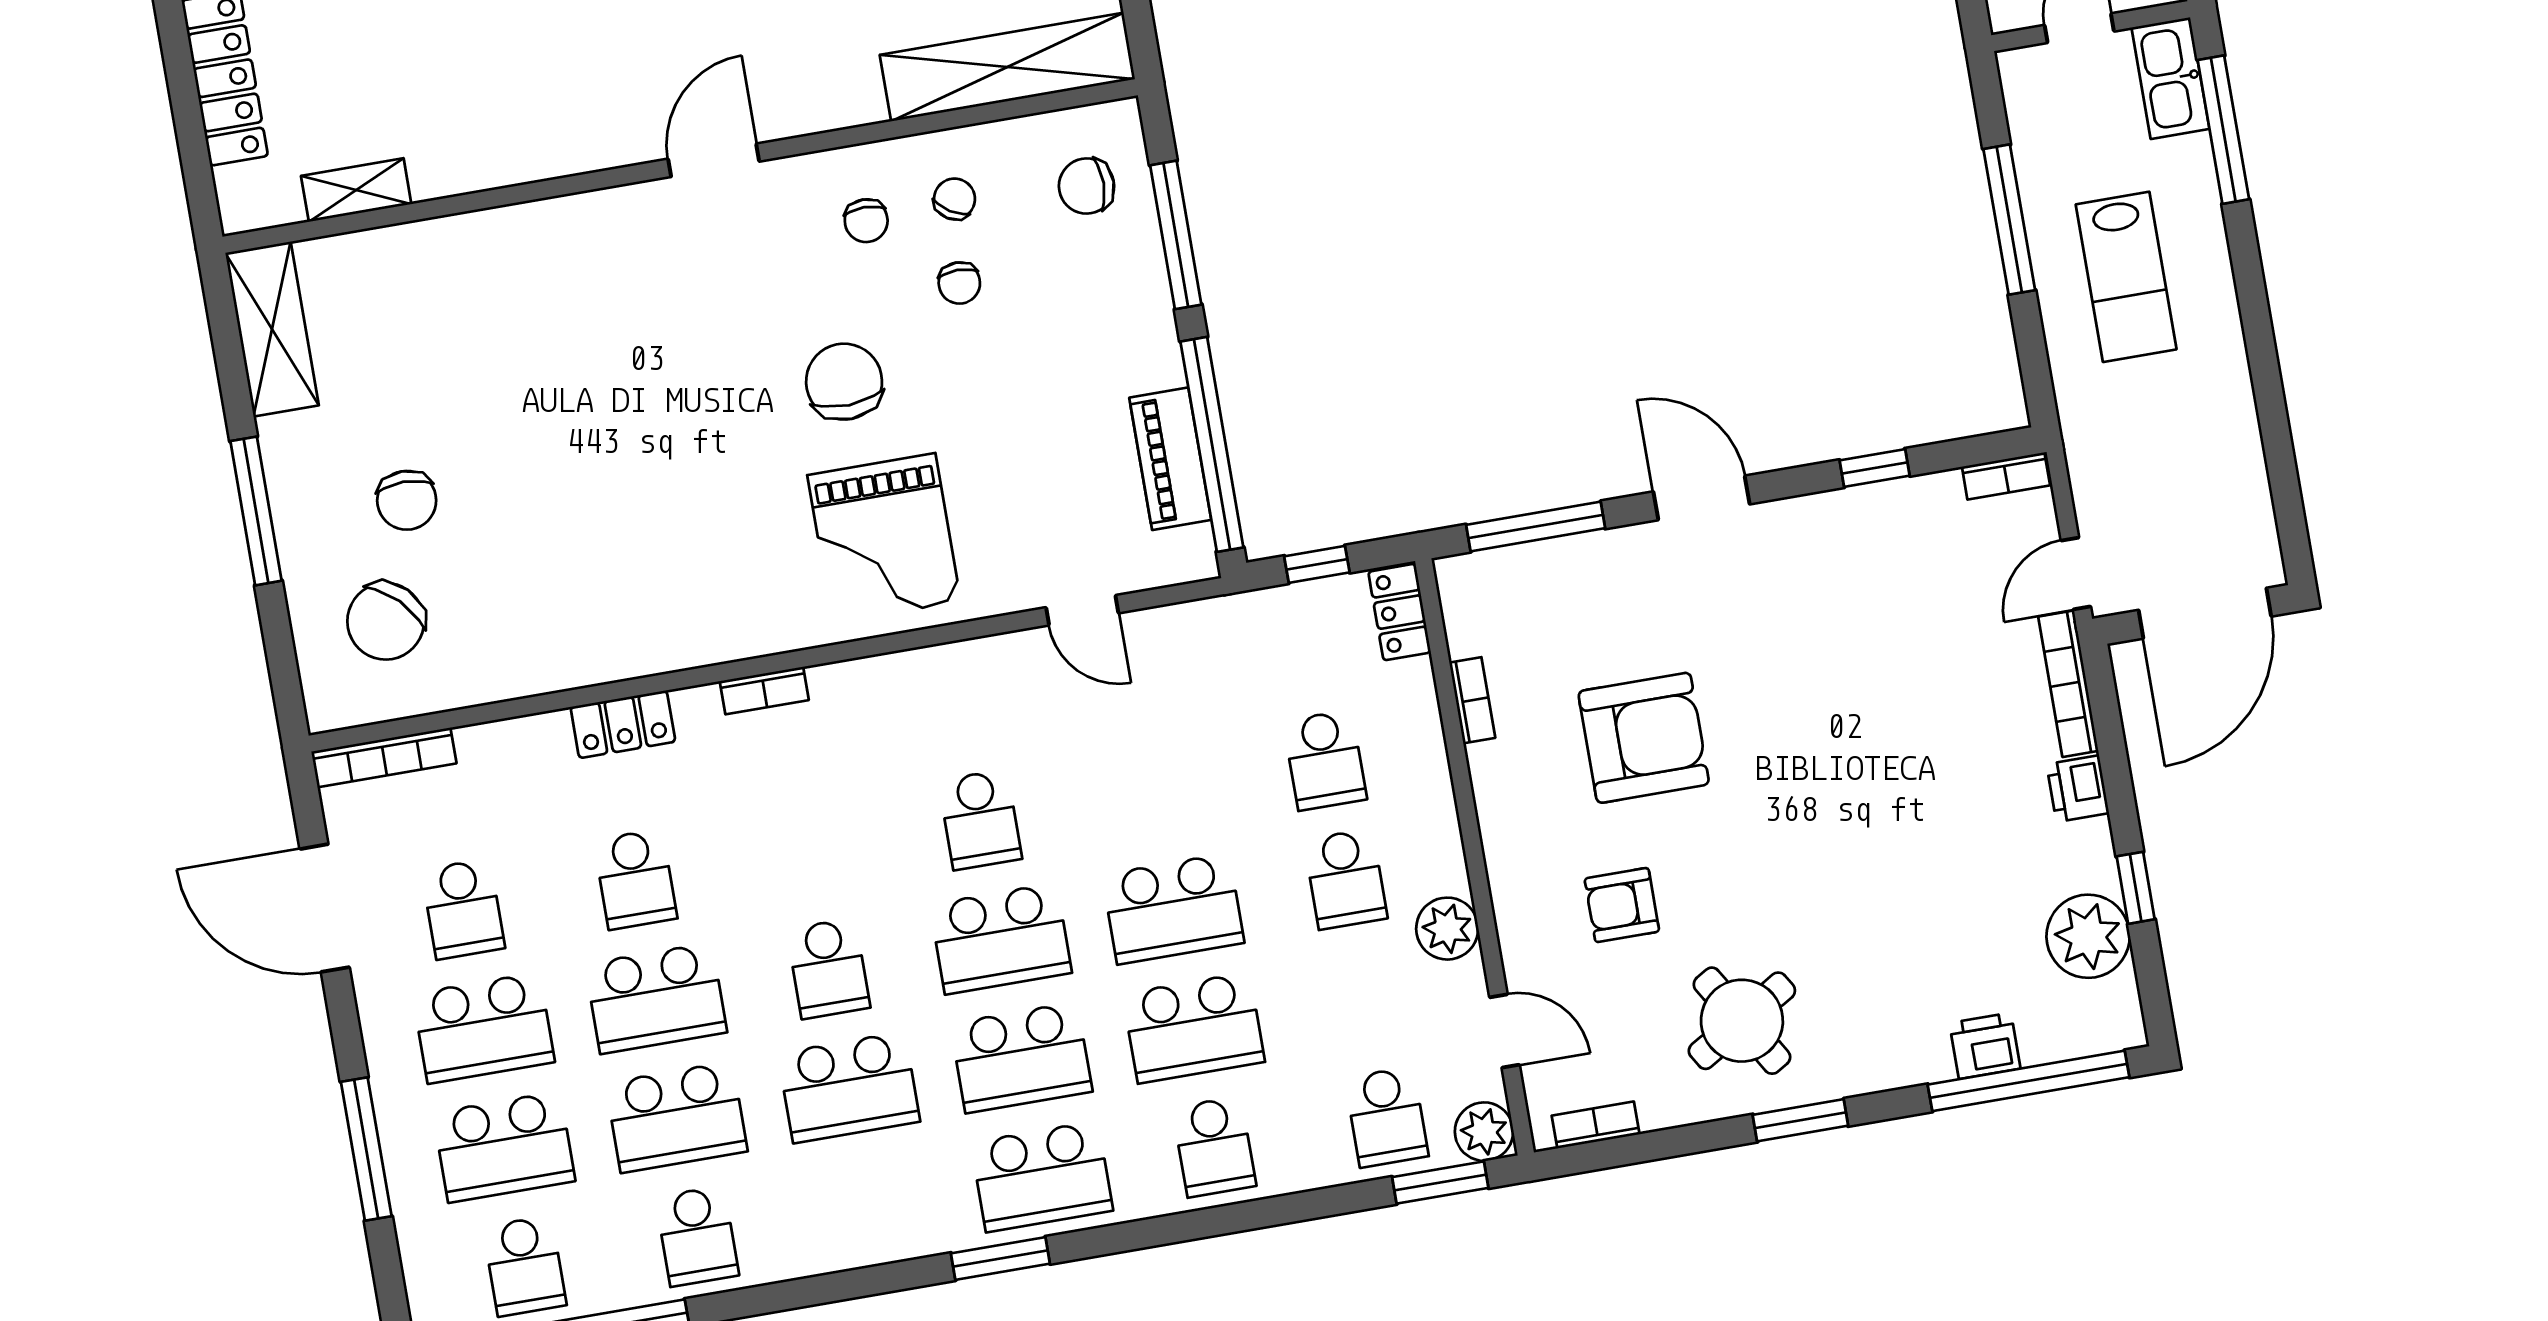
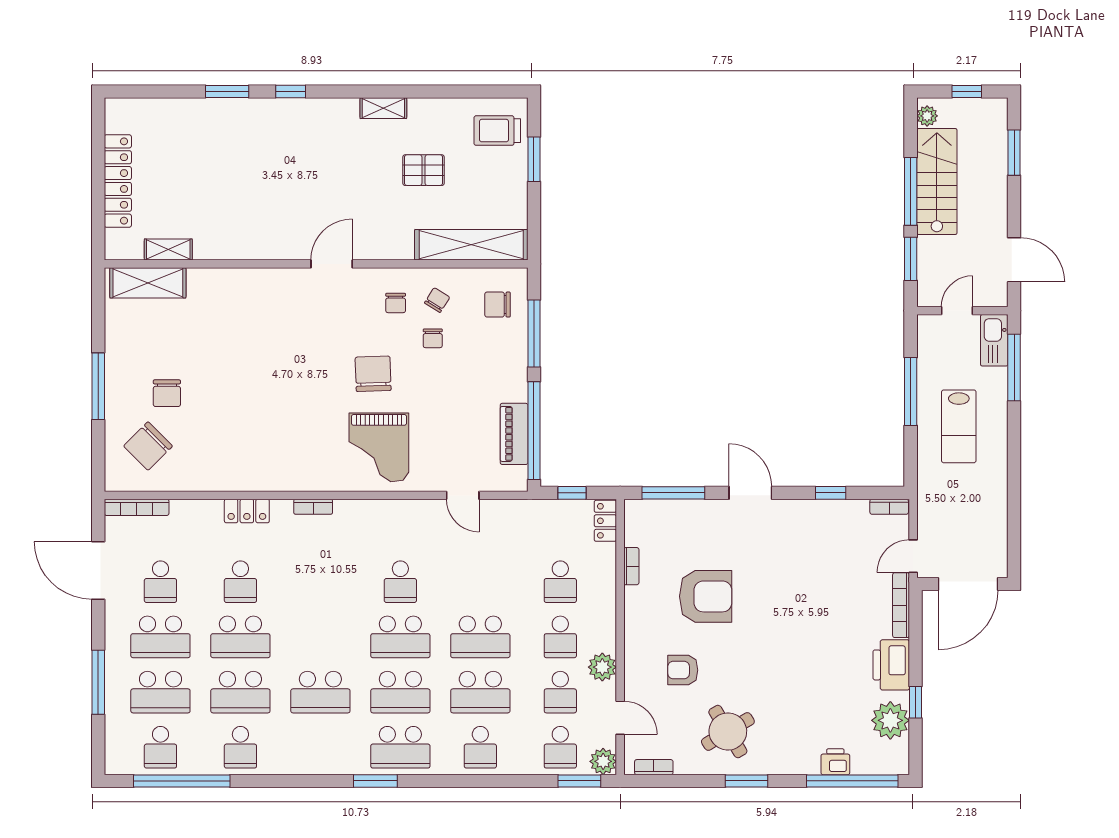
shelving: (272, 329) -> (148, 283), moved, turned 90
printer: (2078, 789) -> (891, 665), width x1.87, depth x1.48
school desk: (828, 968) -> (560, 692), moved

